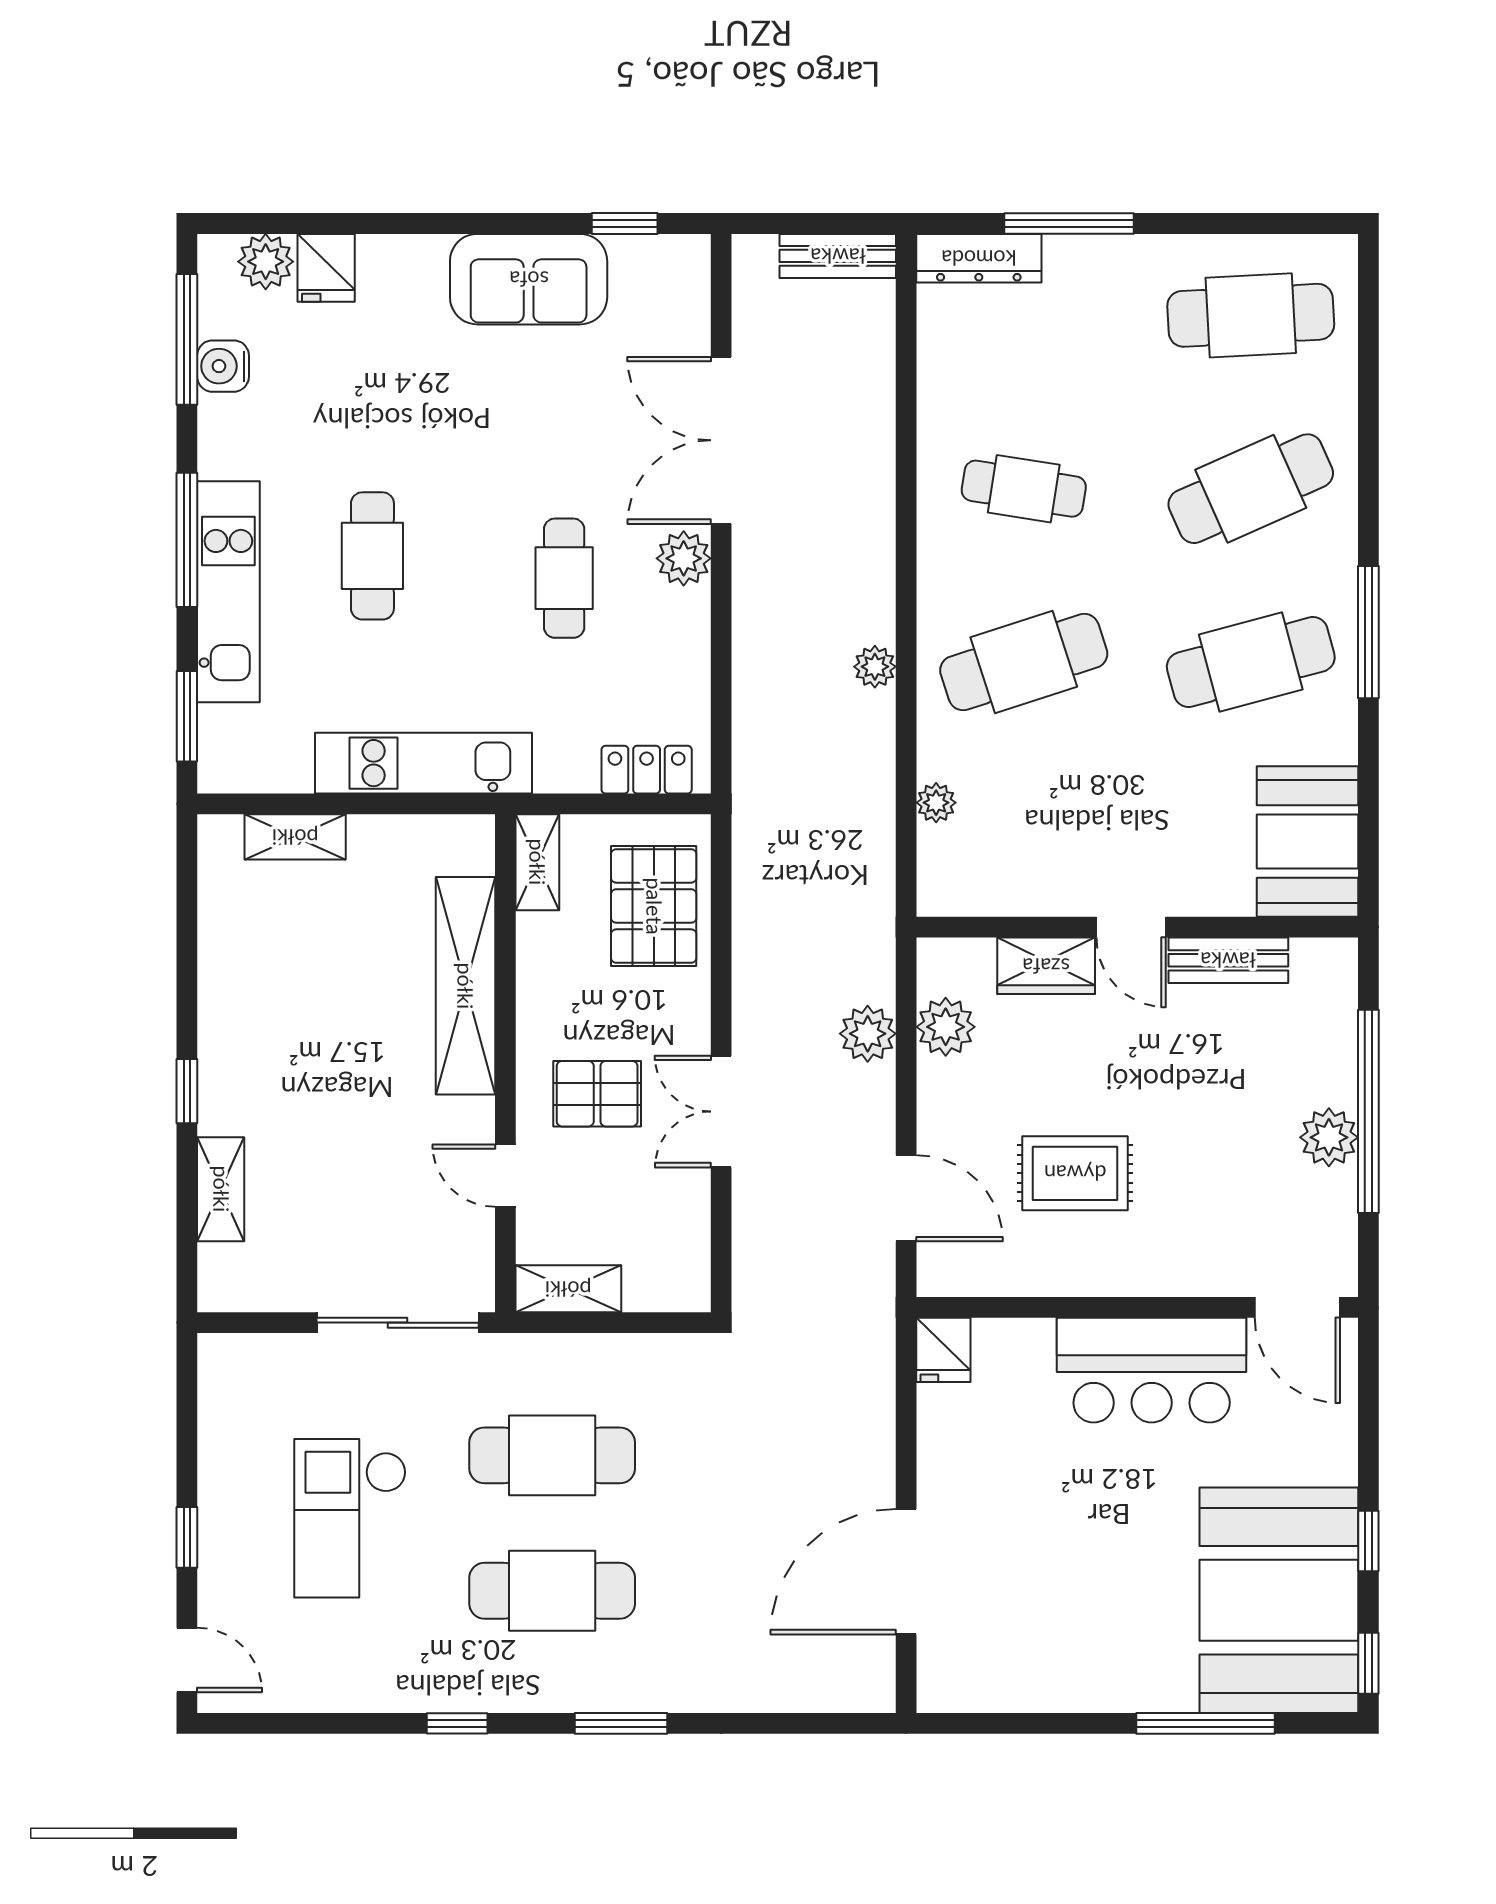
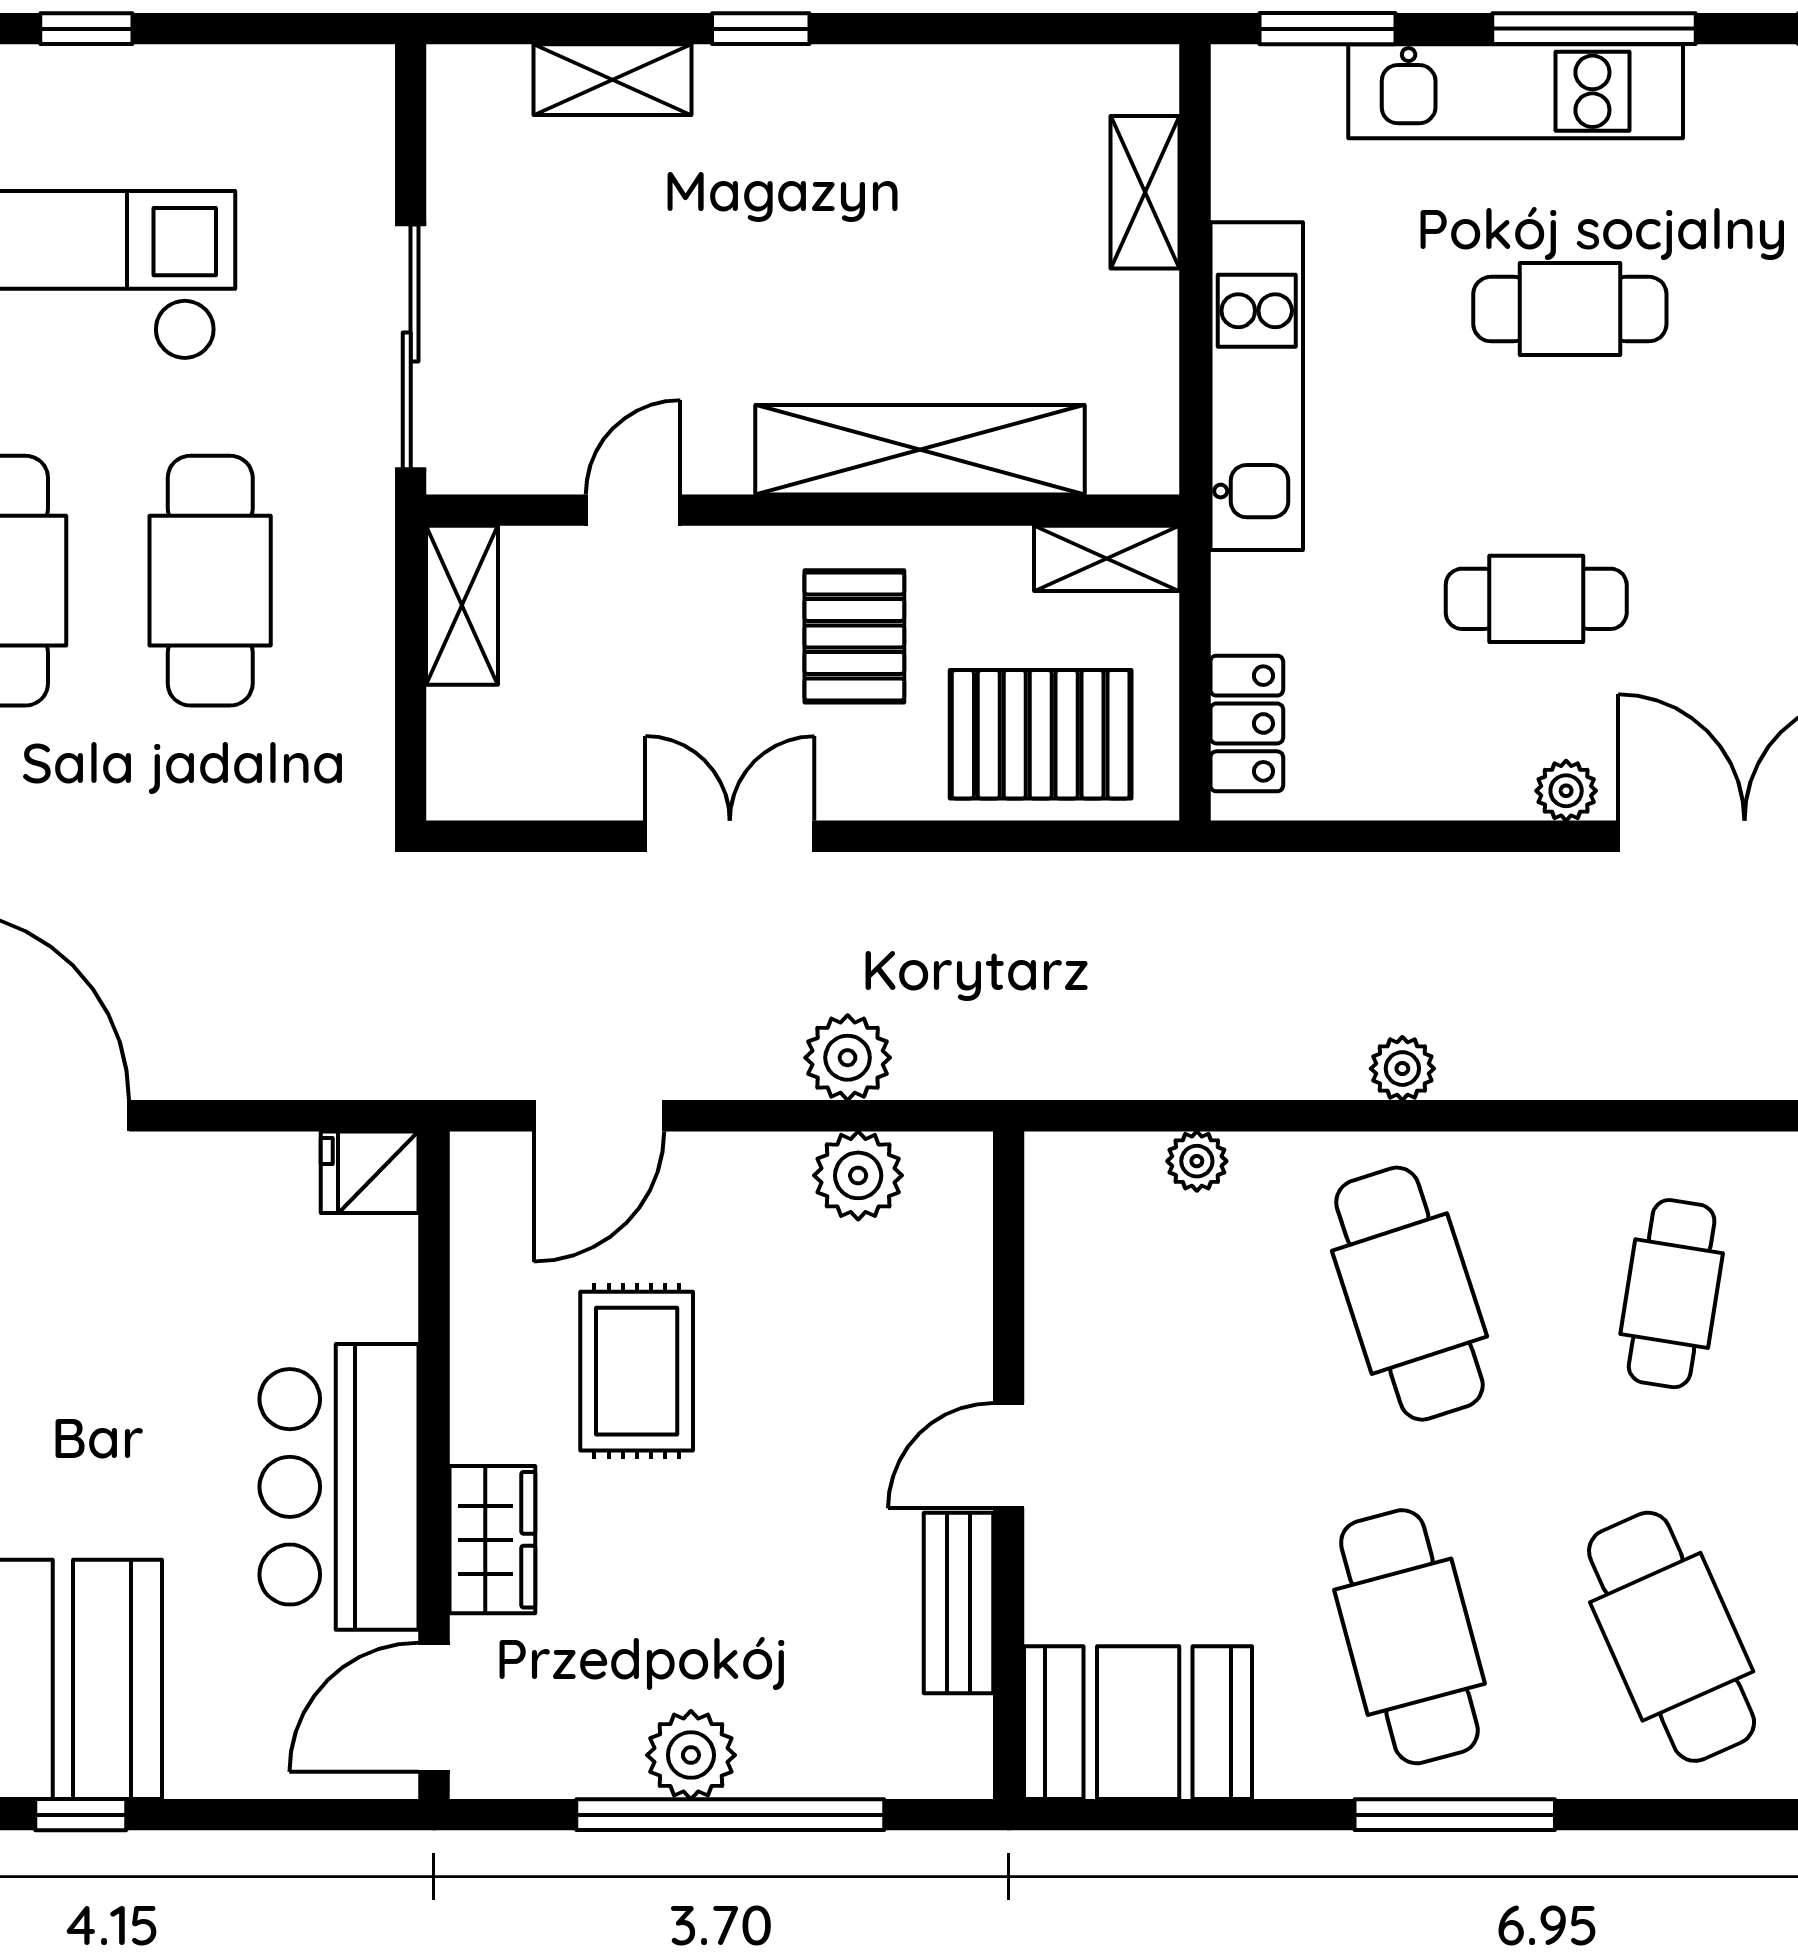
plant: (684, 558) -> (1566, 791), width x0.73, depth x0.73
wardrobe: (1046, 966) -> (492, 1540), moved, turned 180
pallet: (597, 1094) -> (854, 636), moved

